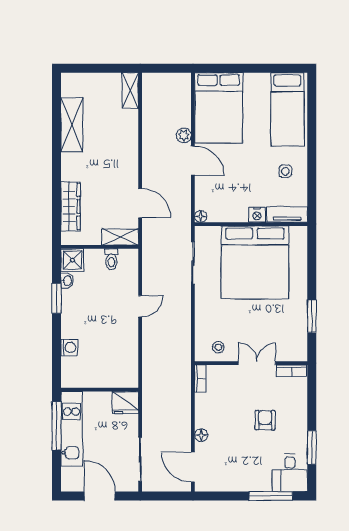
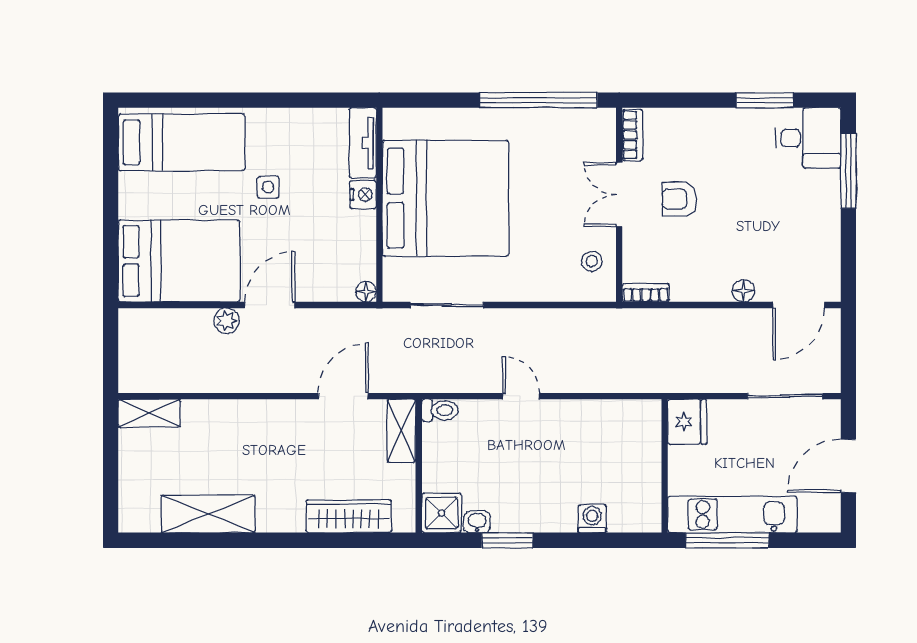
side table: (285, 171) -> (268, 187), moved
toilet: (111, 259) -> (440, 410), moved
window: (312, 316) -> (538, 100), width x2.11
armchair: (265, 420) -> (679, 199), moved

